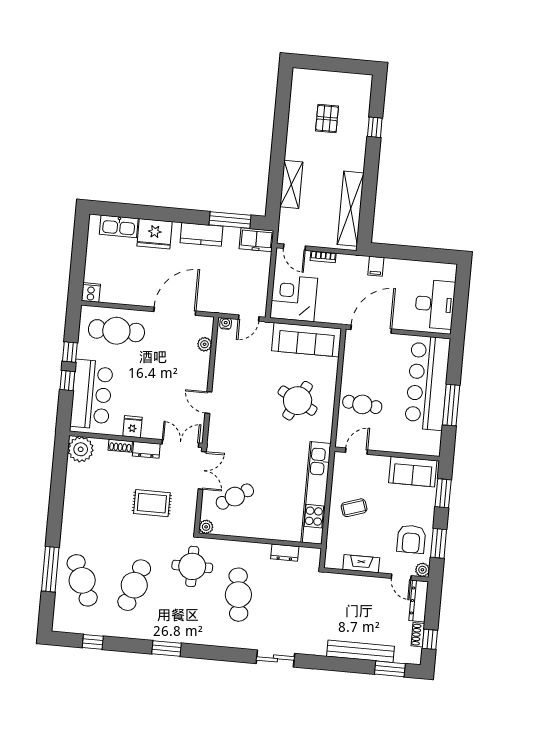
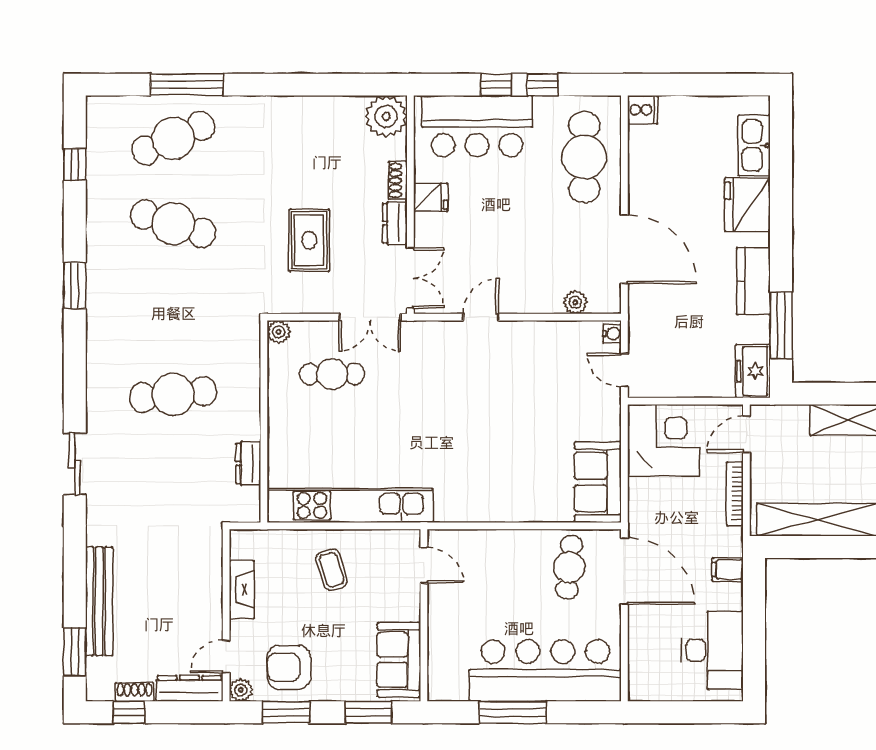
bookcase: (323, 257) -> (735, 494), width x1.56
desk: (435, 304) -> (712, 650), moved, turned -90
sofa: (307, 340) -> (598, 482), width x0.73
round table: (298, 401) -> (497, 462), removed
cafe table: (362, 404) -> (569, 567), moved
cafe table: (235, 497) -> (332, 374), turned -58
round table: (192, 566) -> (212, 315), removed

